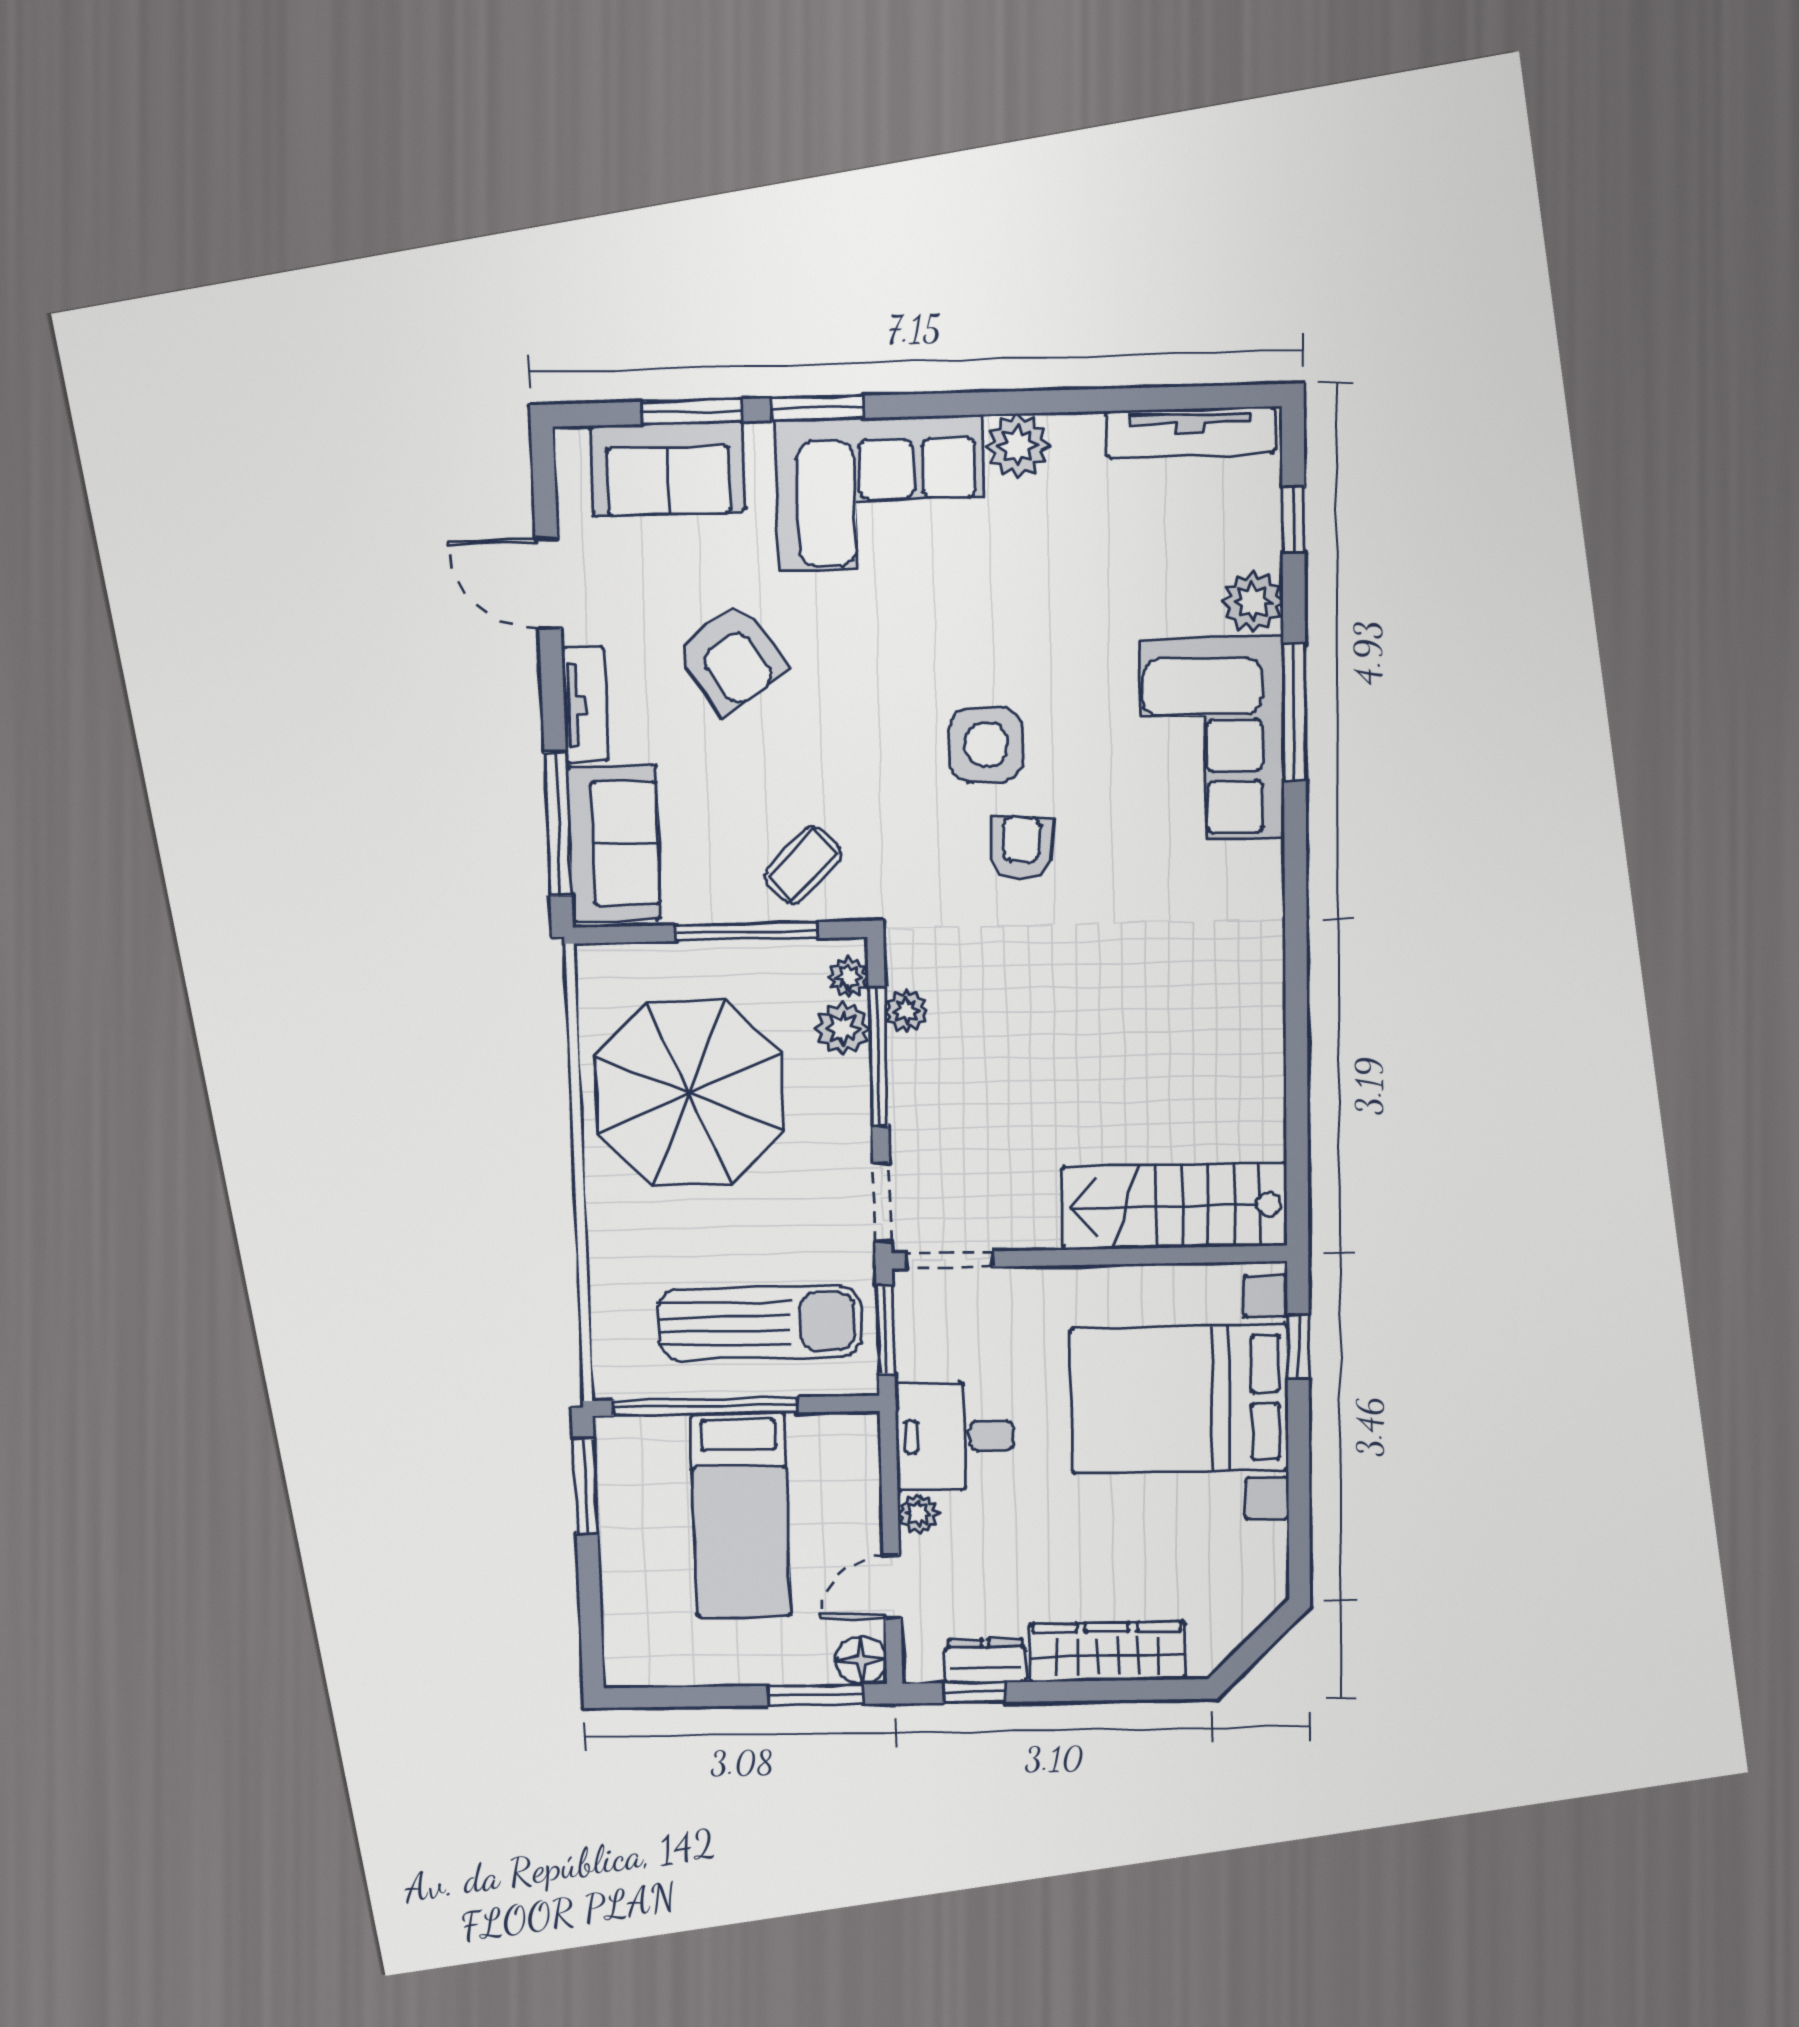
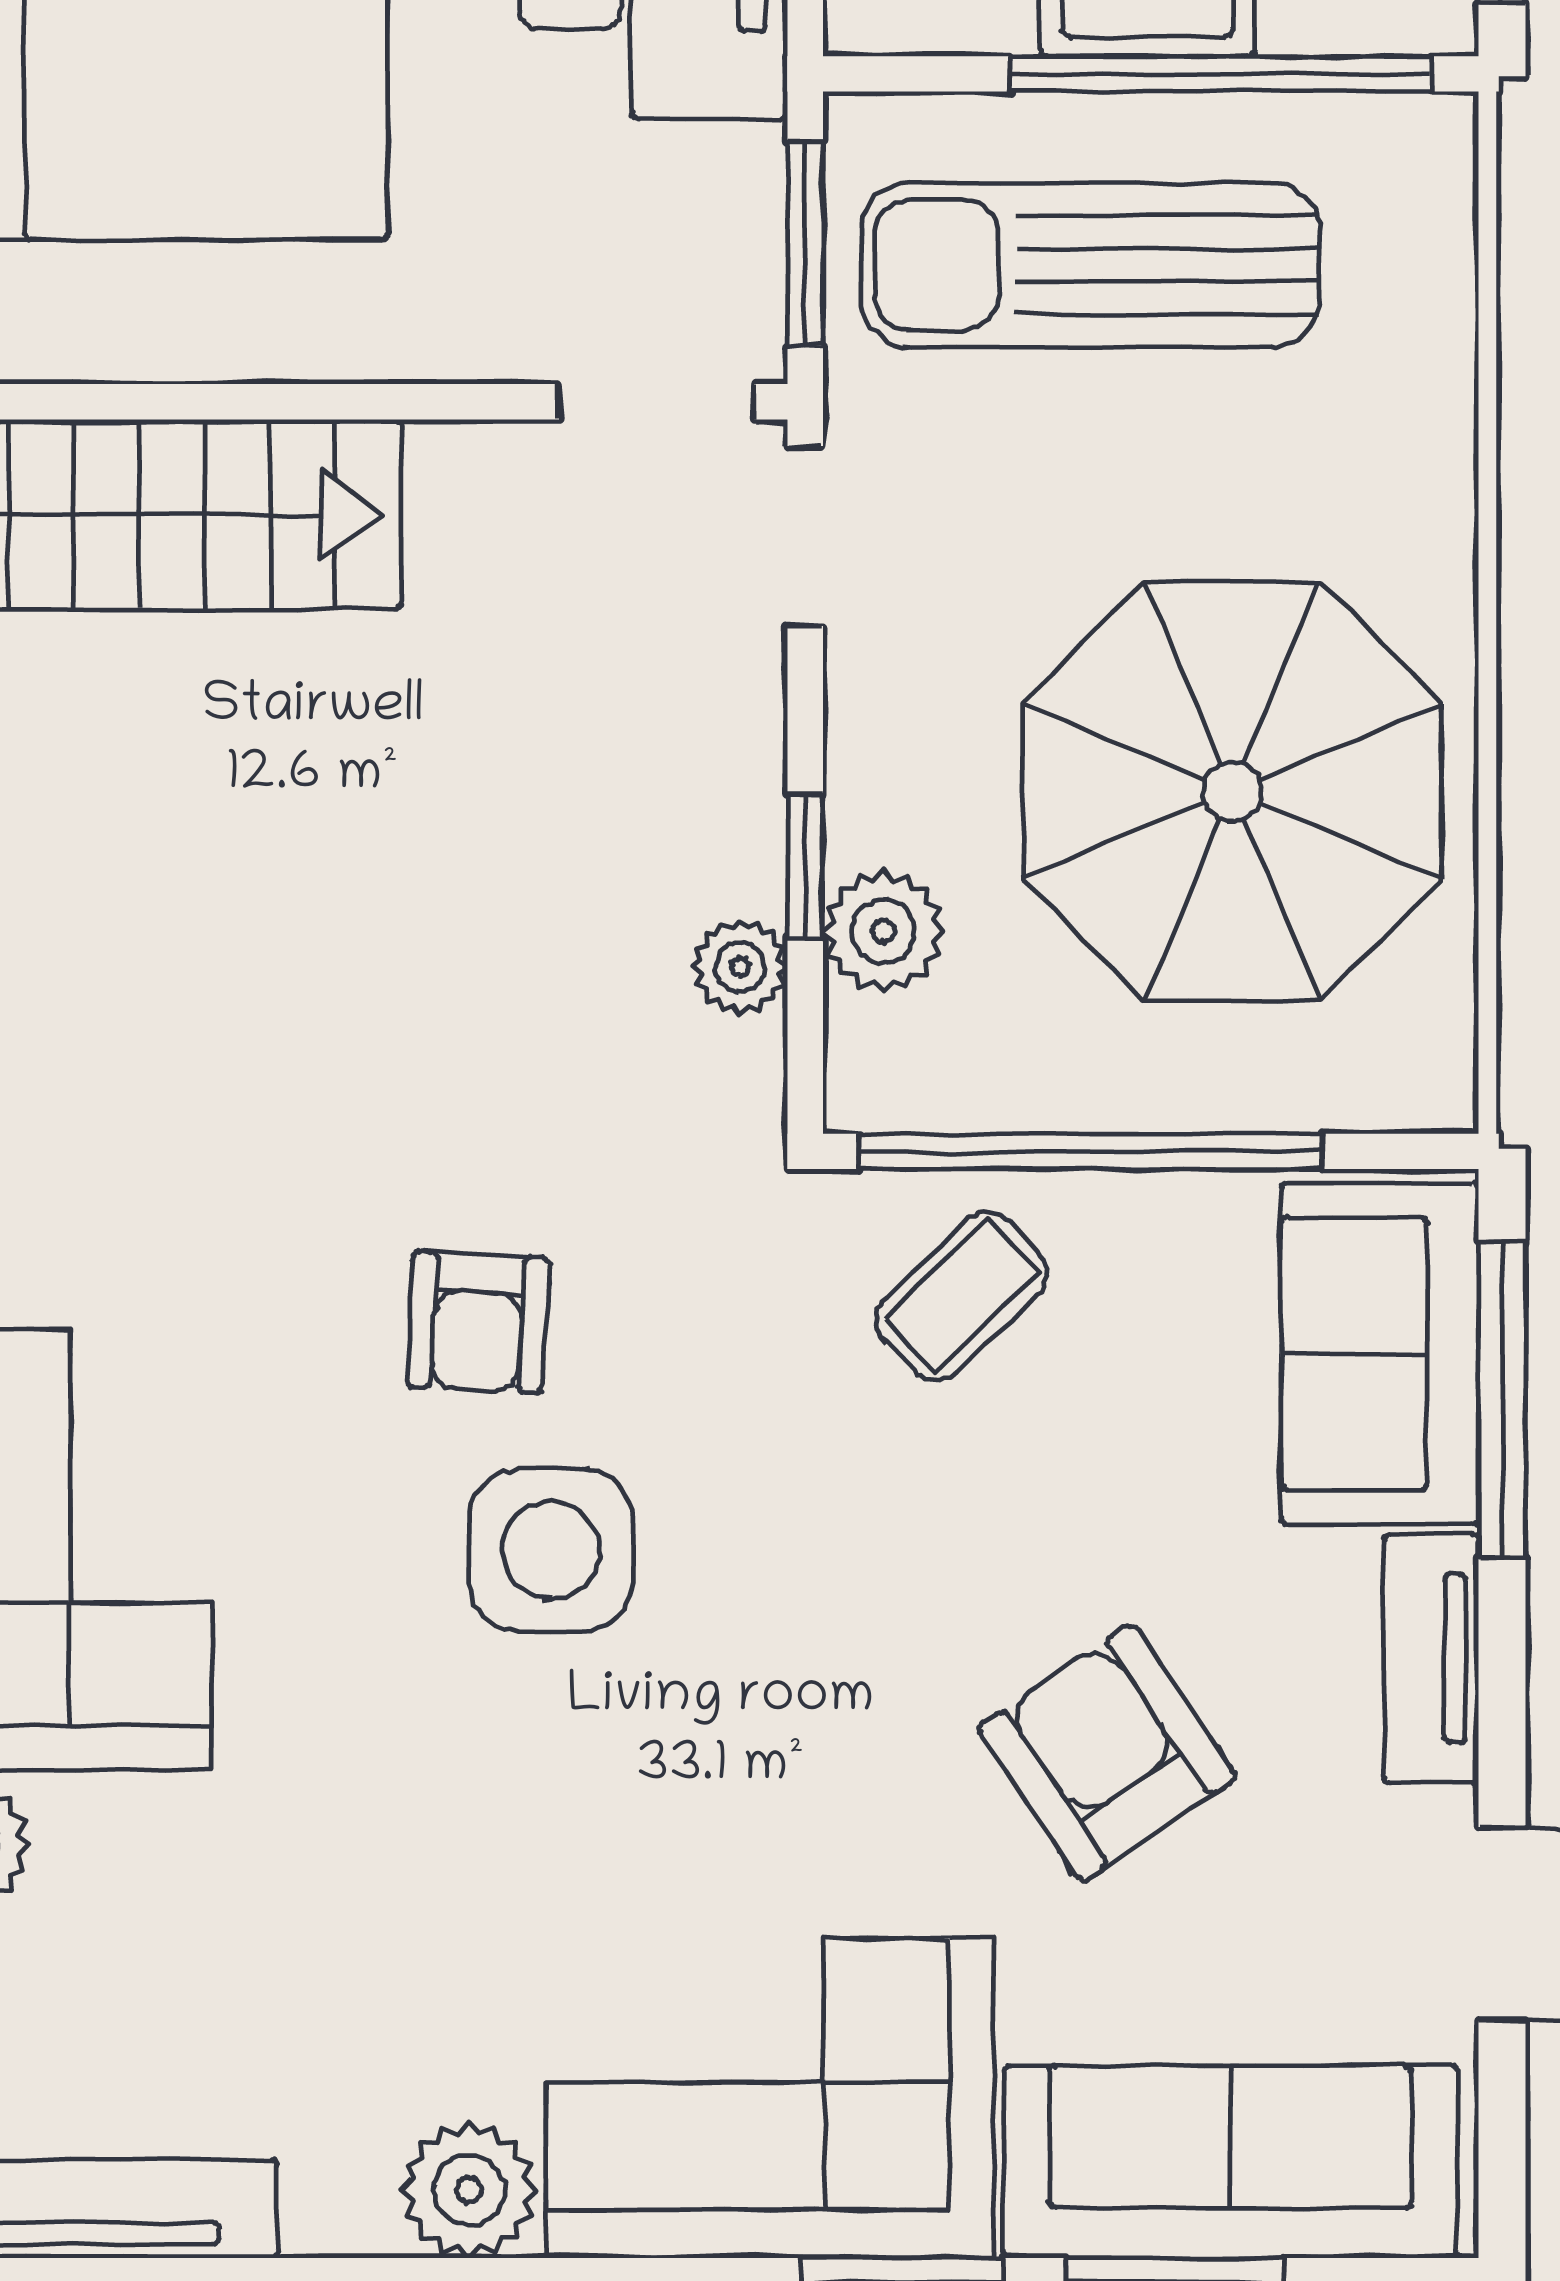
sofa: (668, 469) -> (1230, 2162), width x1.36
window: (747, 932) -> (1091, 1151), width x1.46
plant: (849, 977) -> (867, 1046), removed
window: (878, 1057) -> (805, 866), width x0.46

